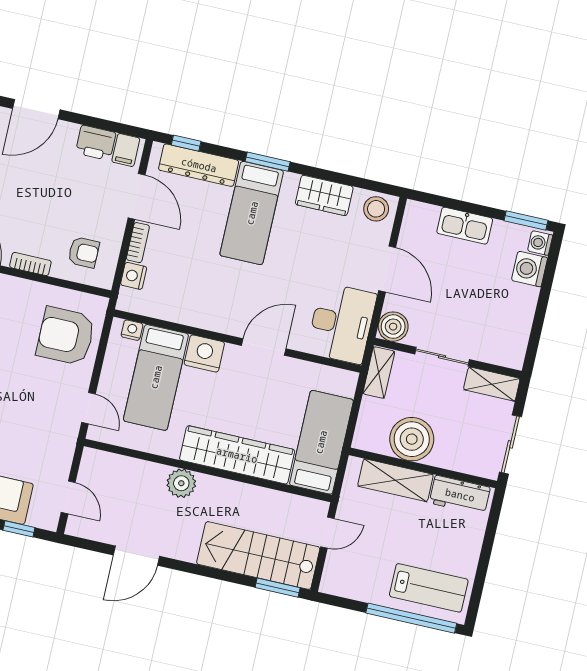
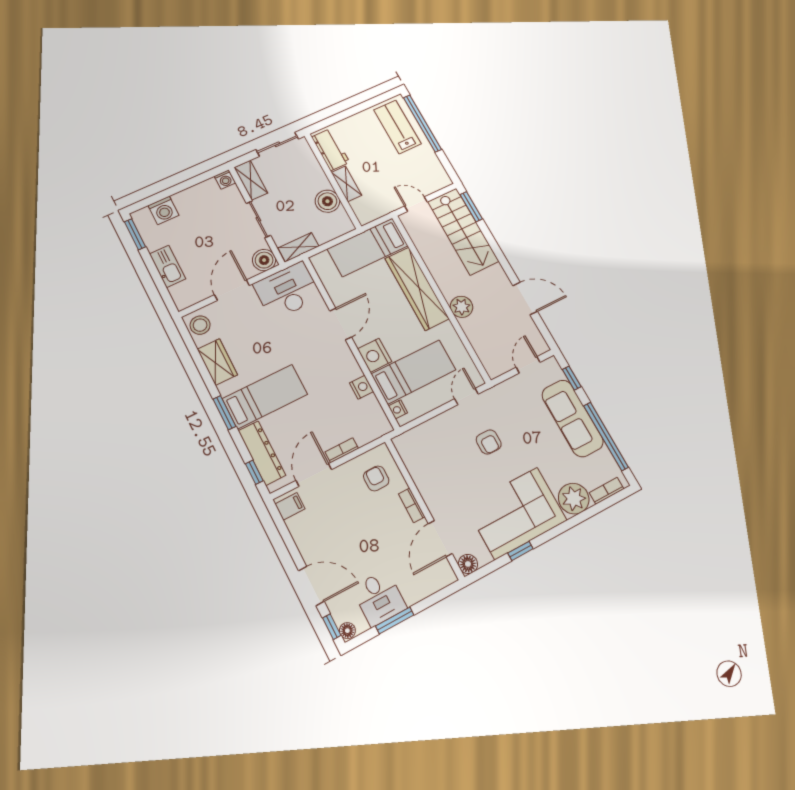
printer: (96, 143) -> (301, 529), removed
washing machine: (540, 243) -> (225, 179), moved
nightstand: (134, 276) -> (362, 387), moved, turned -90
armchair: (66, 336) -> (489, 442), moved, width x0.53, depth x0.53
door: (264, 347) -> (341, 324), swing flipped
boiler: (412, 439) -> (327, 201), width x0.73, depth x0.73
shelving: (395, 480) -> (347, 184), width x0.67, depth x0.75

